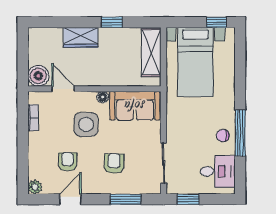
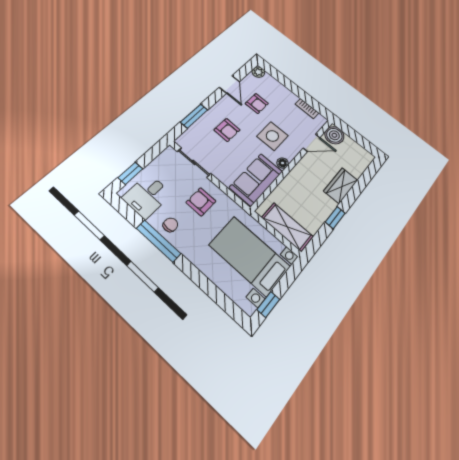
armchair: (188, 130) -> (201, 202), added
window: (188, 199) -> (130, 173), moved

